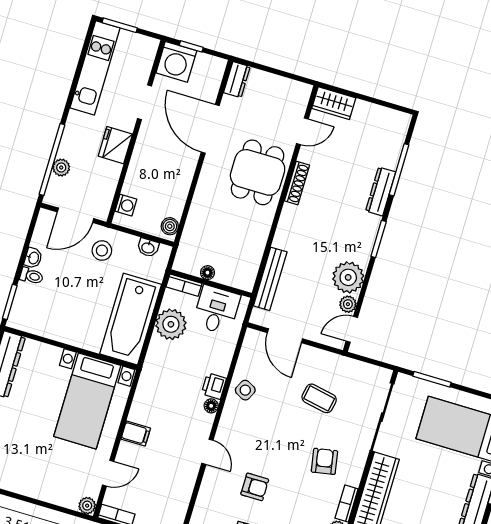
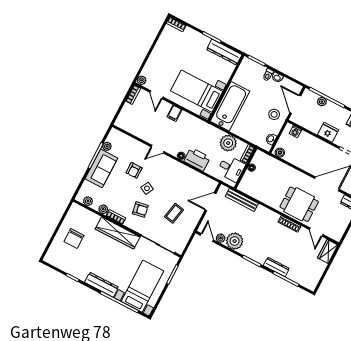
bathtub: (131, 319) -> (230, 106), moved, turned 90
printer: (214, 386) -> (197, 159), width x1.87, depth x1.48
side table: (245, 390) -> (147, 188), moved

